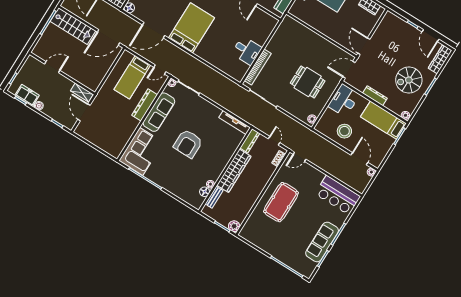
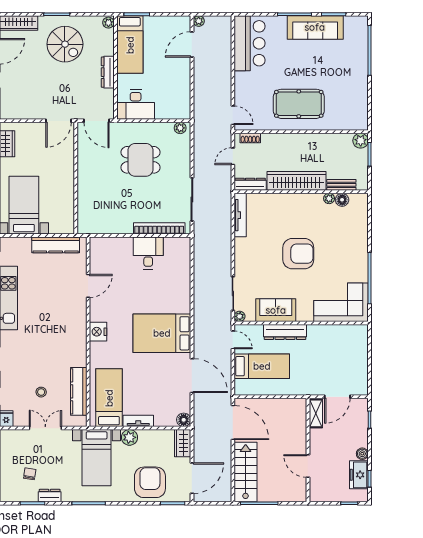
dining table: (308, 82) -> (141, 160), turned 90
sofa: (159, 112) -> (276, 310), width x0.73
stool: (344, 131) -> (171, 82), removed

